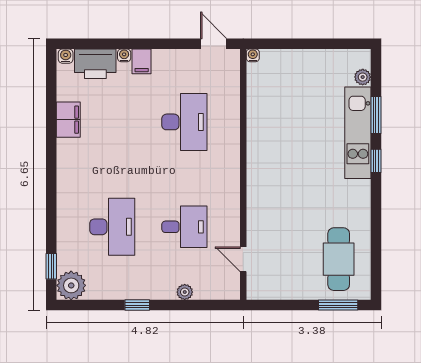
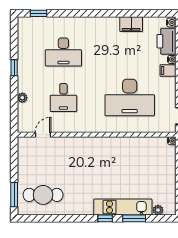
desk: (184, 122) -> (130, 97), width x1.36, depth x1.30
plant: (71, 285) -> (26, 26), removed

